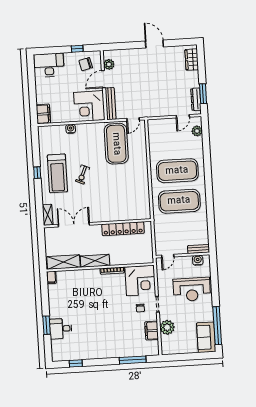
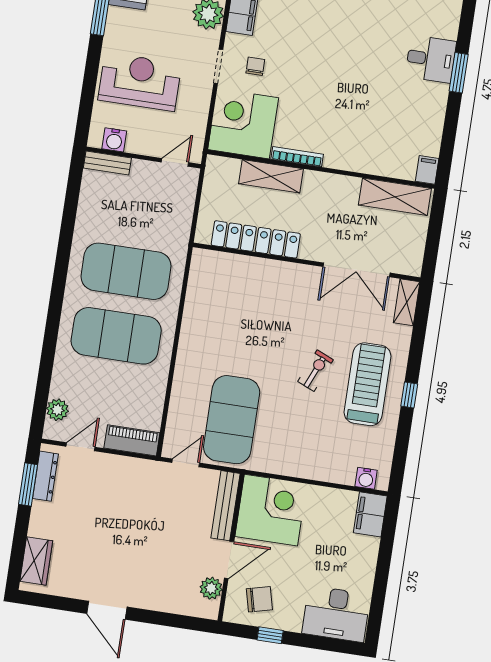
piano: (160, 124) -> (132, 440), added
water cooler: (71, 129) -> (366, 478), moved
shelving: (95, 261) -> (271, 176), moved

